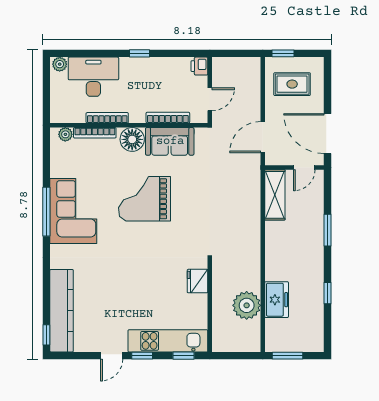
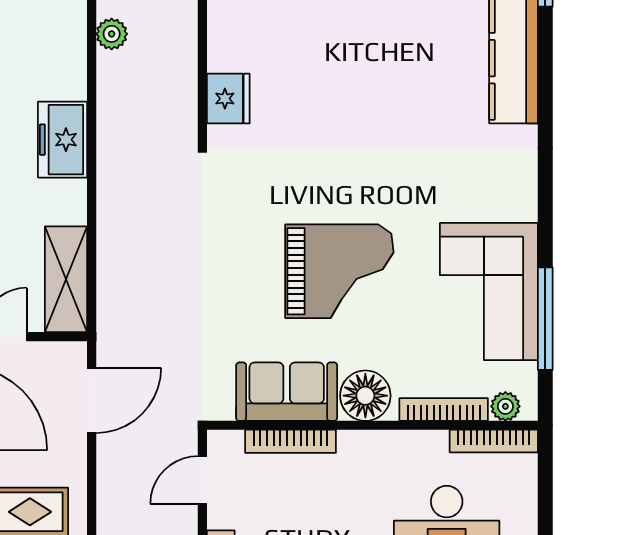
bookcase: (107, 118) -> (494, 441), moved
corner sofa: (73, 211) -> (489, 291), moved
window: (46, 212) -> (545, 319), moved
freezer: (277, 300) -> (63, 140), moved
plant: (247, 305) -> (112, 34), width x0.53, depth x0.53

